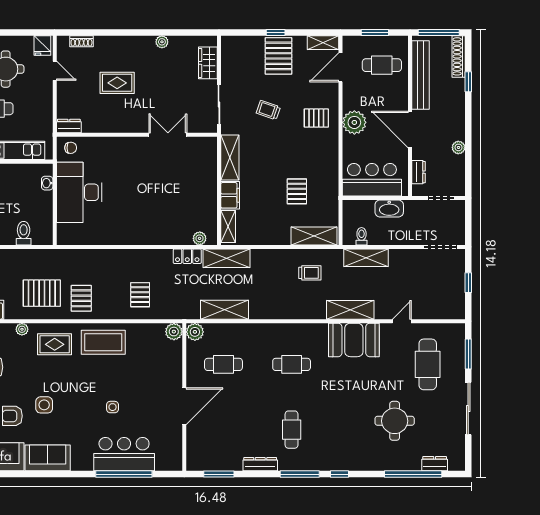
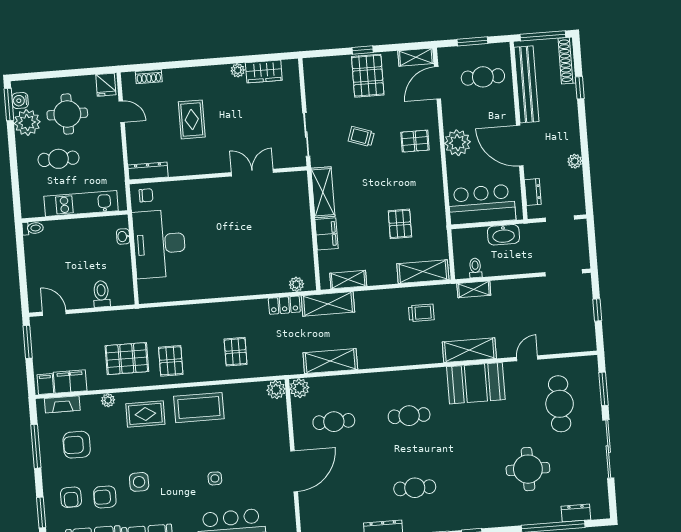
wardrobe: (208, 63) -> (264, 72), moved, turned -90
rug: (117, 83) -> (192, 119), turned 90
dresser: (69, 126) -> (148, 171), width x1.44
shelving: (228, 227) -> (348, 280), moved, turned 90
shelving: (366, 258) -> (474, 289), width x0.67, depth x0.75
cafe table: (292, 430) -> (415, 488), turned 90

